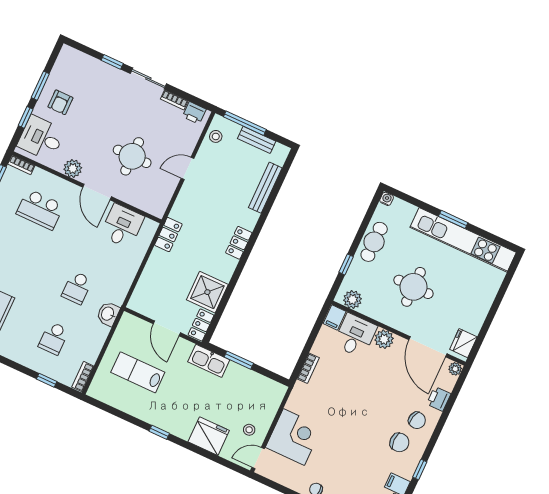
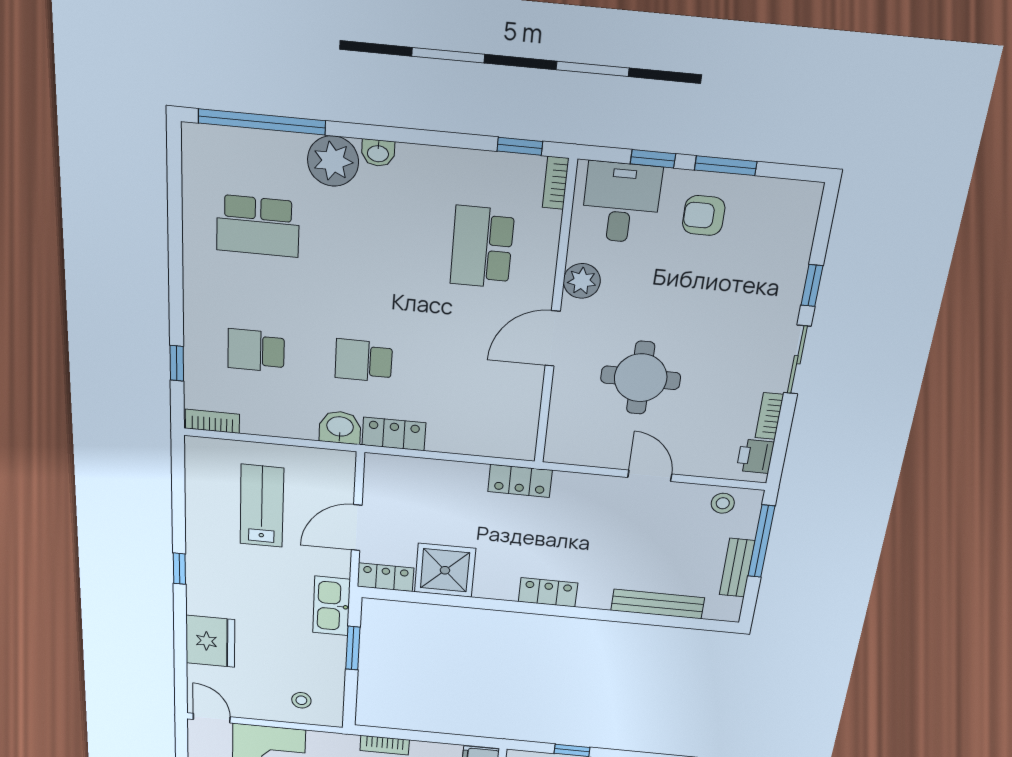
desk: (122, 226) -> (506, 401), removed
locker: (121, 288) -> (394, 434), added
stool: (249, 430) -> (301, 700), moved

